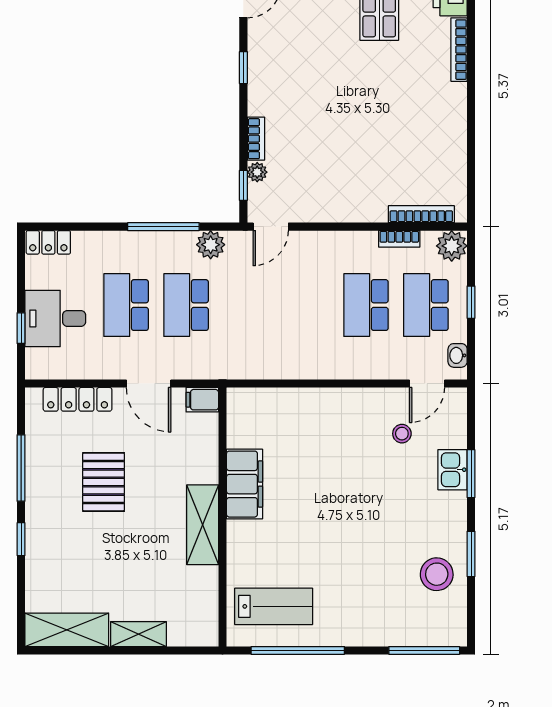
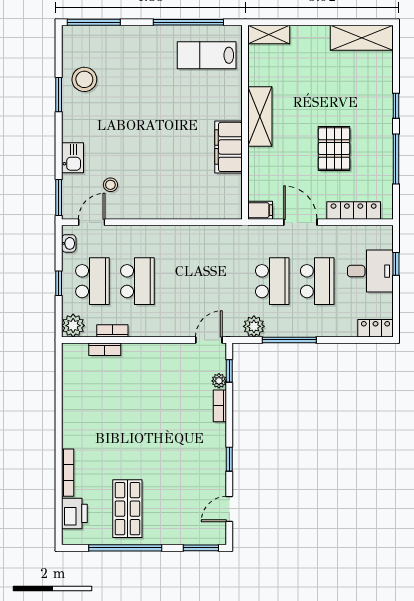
bookcase: (421, 214) -> (105, 349), width x0.64
window: (471, 474) -> (59, 197), moved
shelving: (138, 634) -> (269, 35), moved

